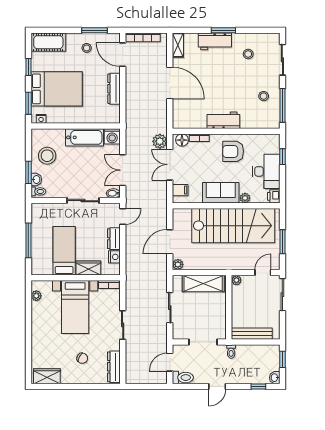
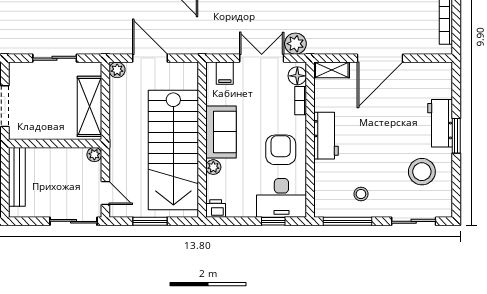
shelving: (178, 45) -> (332, 70), moved
stool: (248, 54) -> (422, 172), width x1.89, depth x1.89
desk: (266, 171) -> (281, 198), moved

